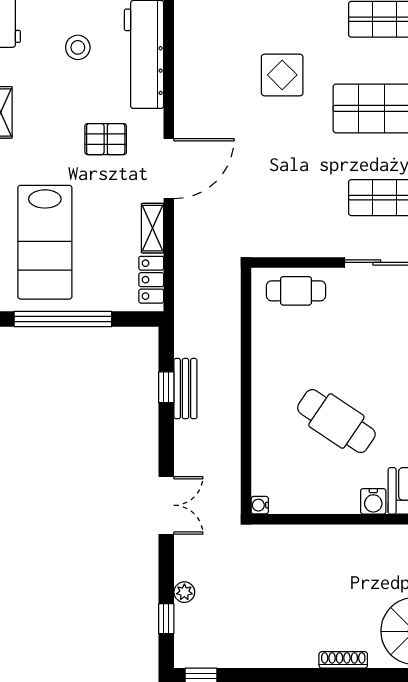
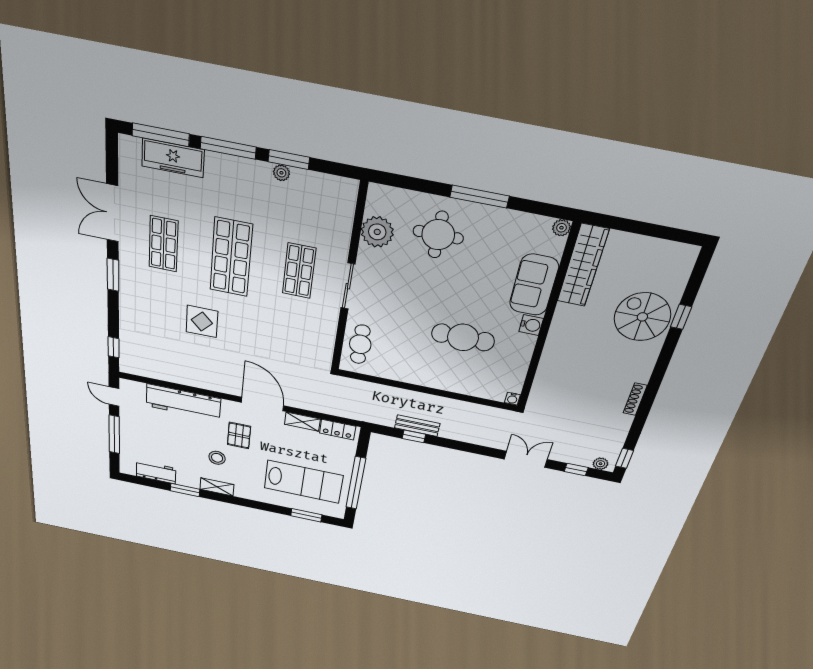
stool: (78, 47) -> (217, 458), moved
cafe table: (336, 421) -> (463, 337), turned 56
double door: (166, 505) -> (526, 459), moved
plant: (184, 592) -> (601, 464), moved
shoe rack: (343, 660) -> (635, 399), moved

